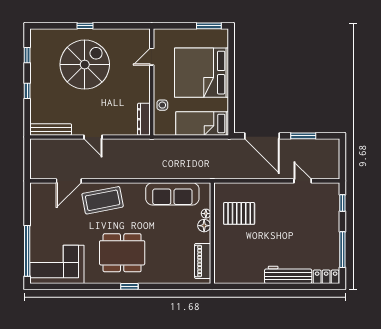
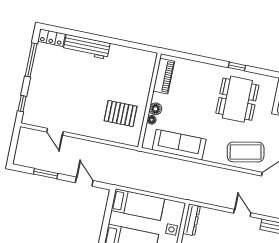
door: (262, 136) -> (84, 182), width x0.53
dining table: (122, 253) -> (237, 99), turned 90

